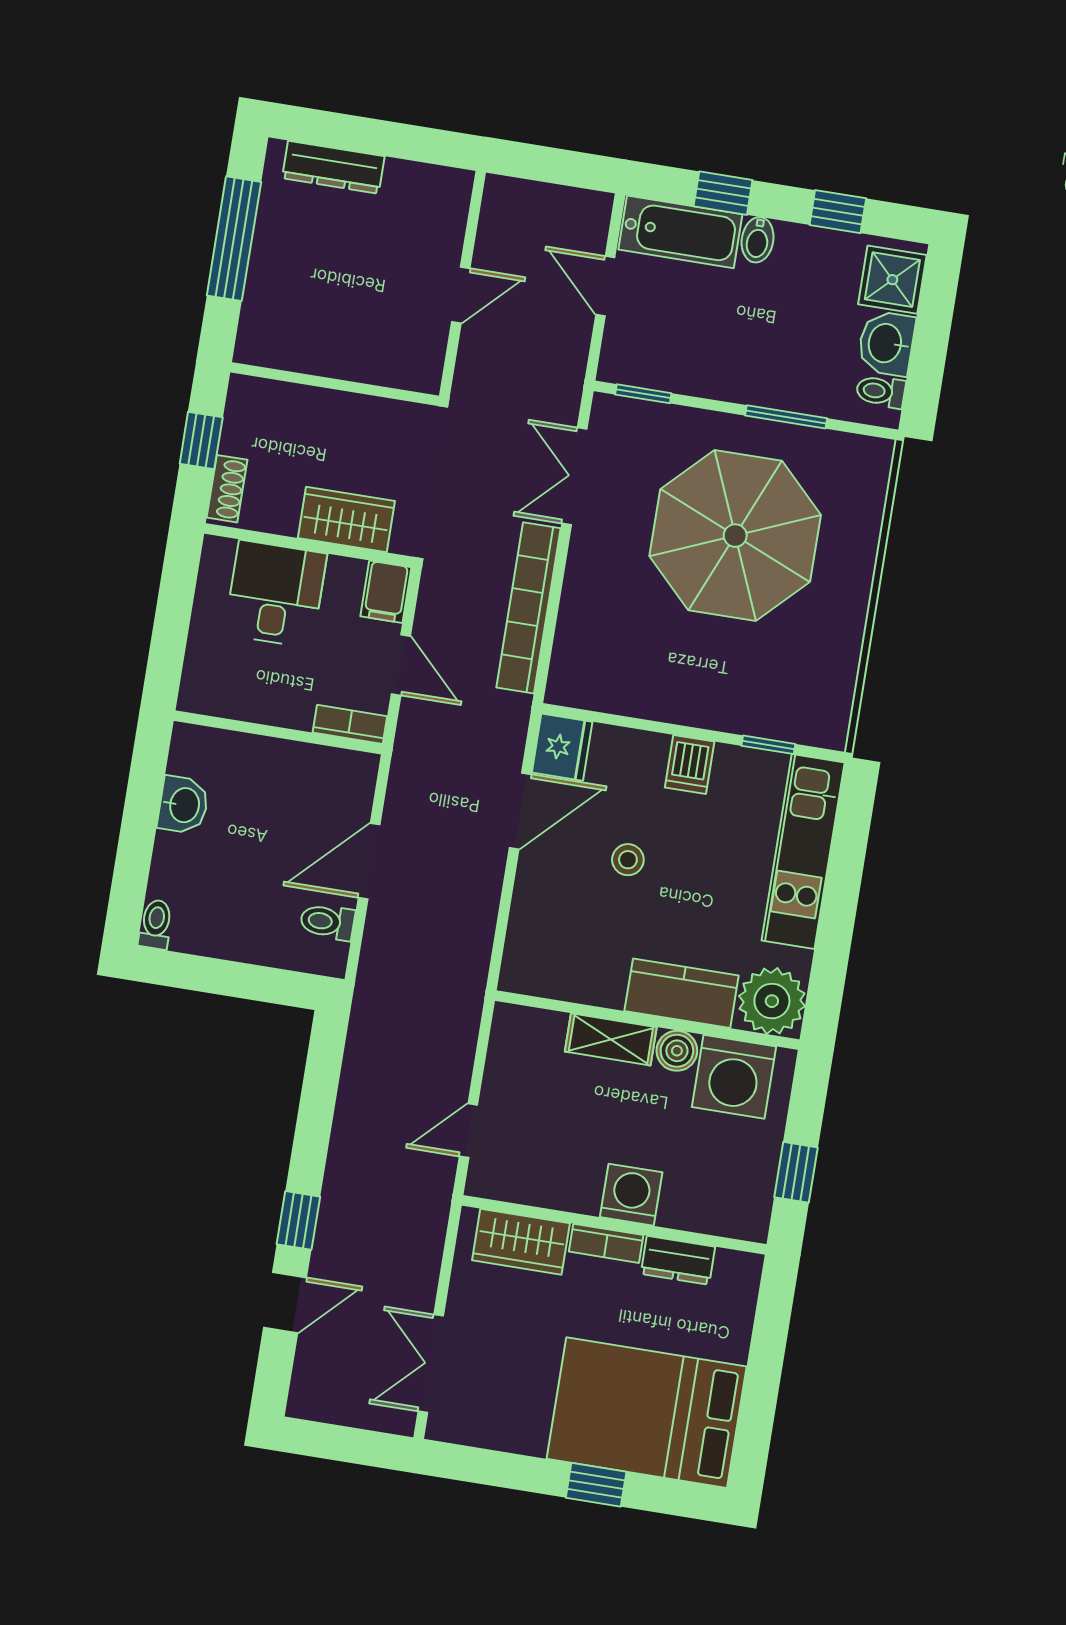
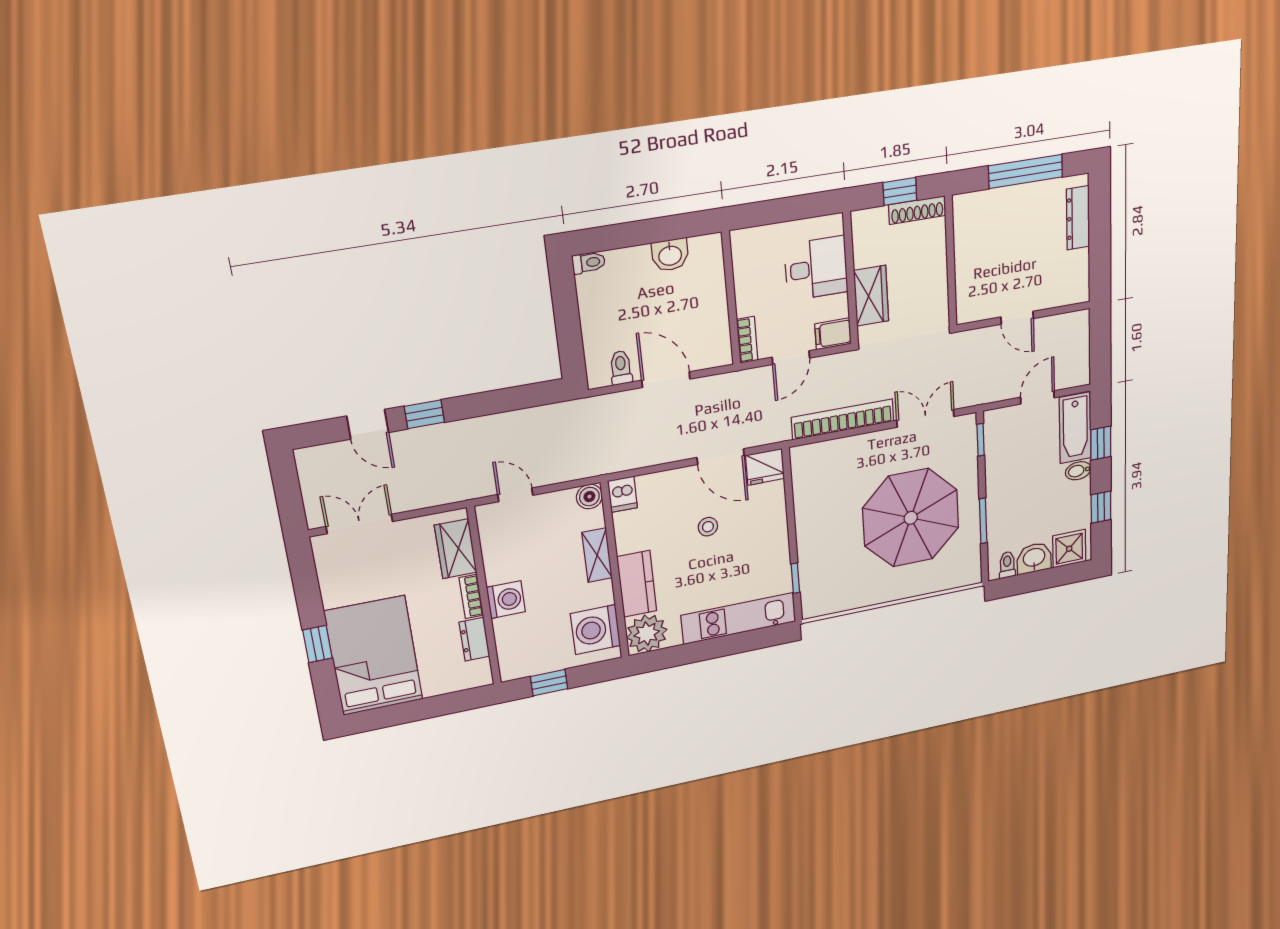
shoe rack: (227, 489) -> (917, 210), moved, width x1.43
dishwasher: (690, 765) -> (622, 494), moved, turned -90
boiler: (677, 1051) -> (589, 497), moved

